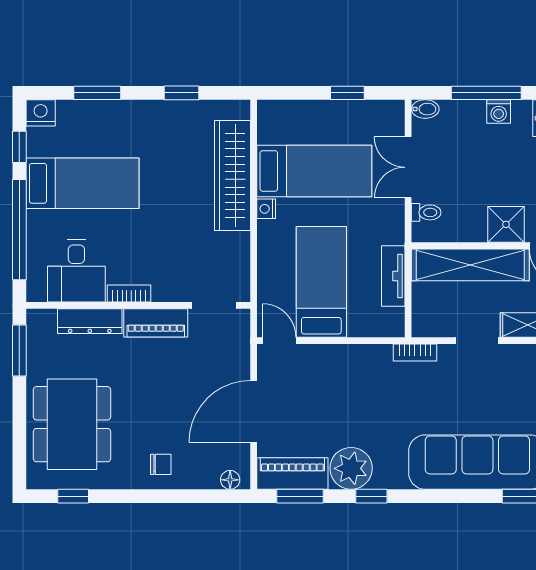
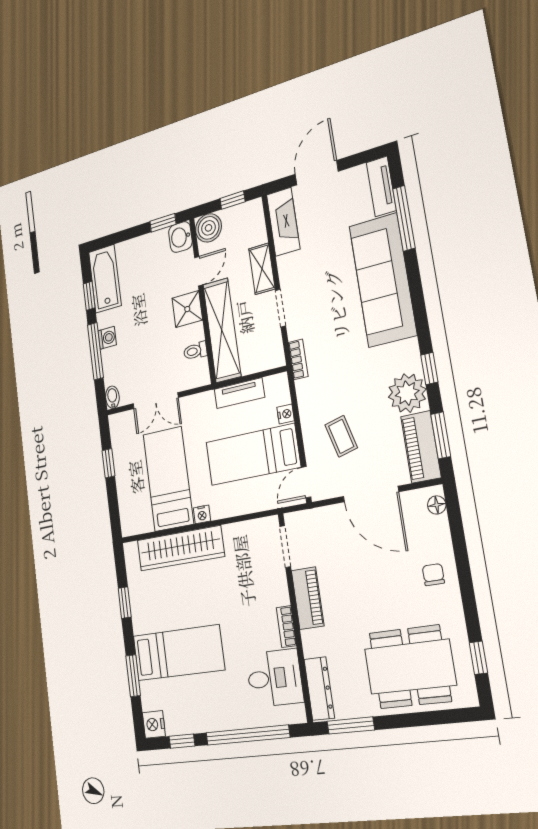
bed: (82, 183) -> (178, 653), moved, turned 90
toilet: (426, 212) -> (195, 351), moved, turned -90
dresser: (90, 321) -> (319, 689), moved
nightstand: (358, 328) -> (286, 414), added
coffee table: (321, 389) -> (341, 436), added

